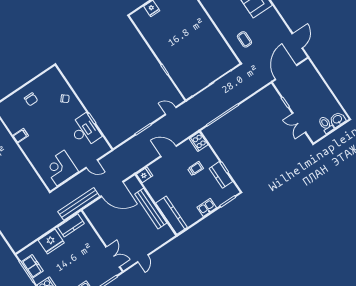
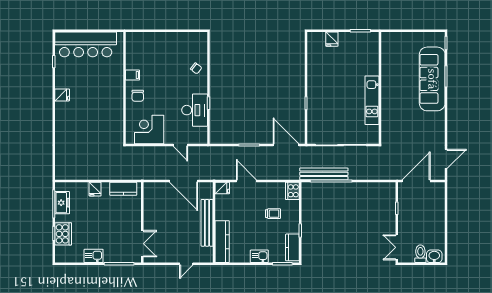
kitchen unit: (212, 34) -> (372, 100), added
coffee table: (244, 39) -> (398, 125), removed
chair: (31, 99) -> (138, 96), moved
door: (171, 111) -> (286, 145), width x1.87
double door: (299, 123) -> (397, 247), moved
door: (169, 151) -> (246, 181), moved
kitchen counter: (221, 175) -> (292, 247), moved
bench: (79, 204) -> (324, 174), moved
fridge: (51, 241) -> (95, 189), width x0.53, depth x0.75
door: (143, 259) -> (186, 264), moved

